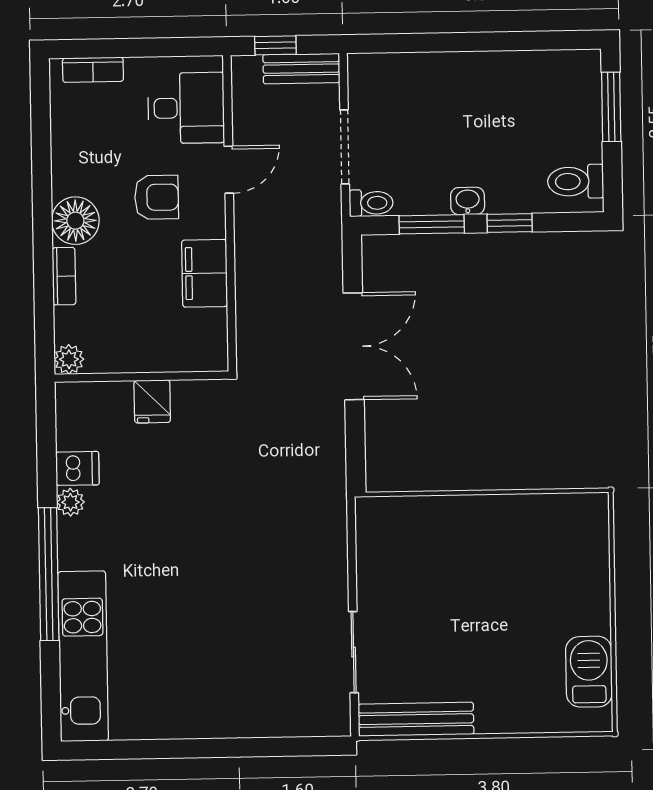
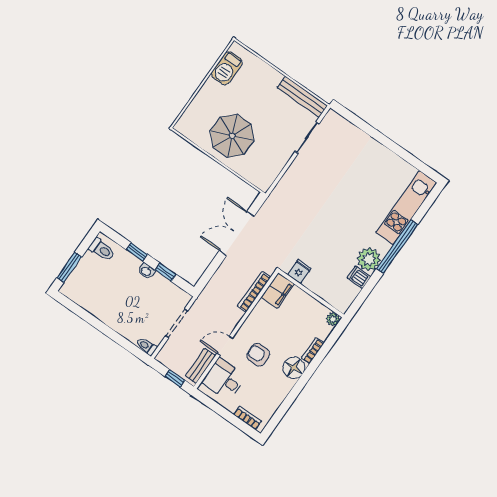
bench: (301, 69) -> (201, 366), moved, turned 90
toilet: (371, 203) -> (147, 346), moved
window: (432, 224) -> (166, 272), width x0.67
filing cabinet: (205, 273) -> (278, 291), moved
bookcase: (247, 305) -> (254, 292), added
double door: (354, 346) -> (237, 233), moved
fridge: (152, 401) -> (299, 272), moved
plant: (70, 502) -> (369, 259), width x1.87, depth x1.87
parasol: (491, 557) -> (232, 136), added

